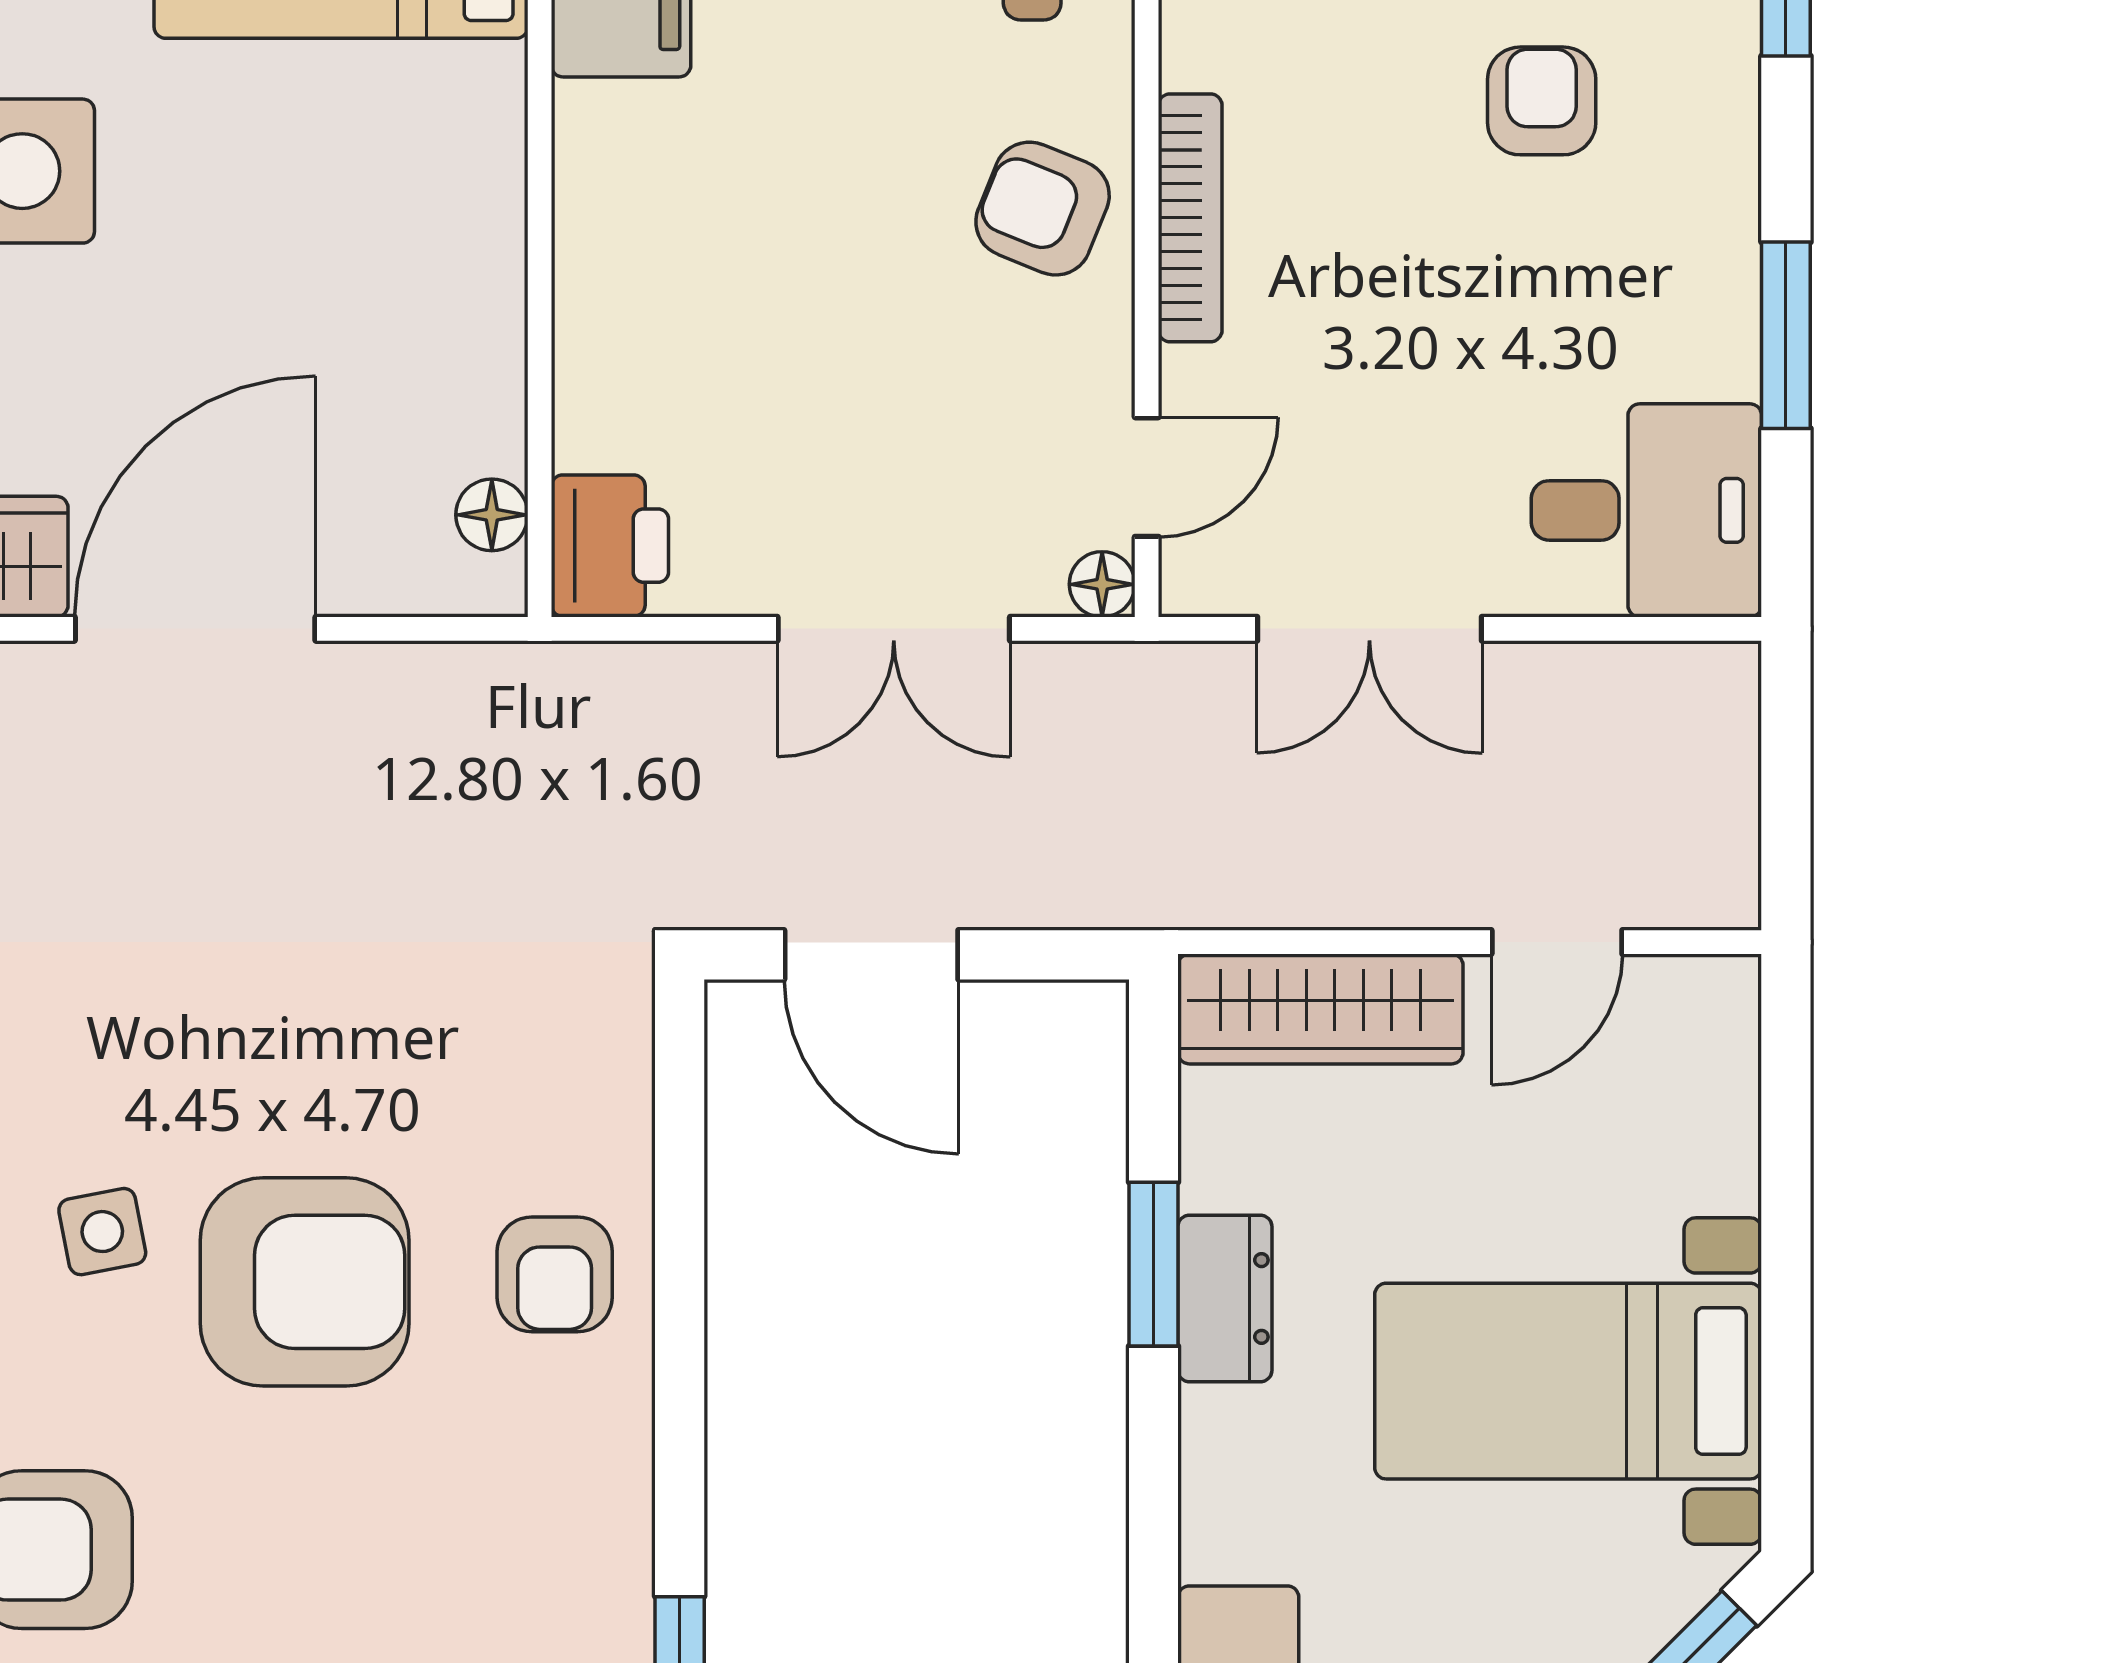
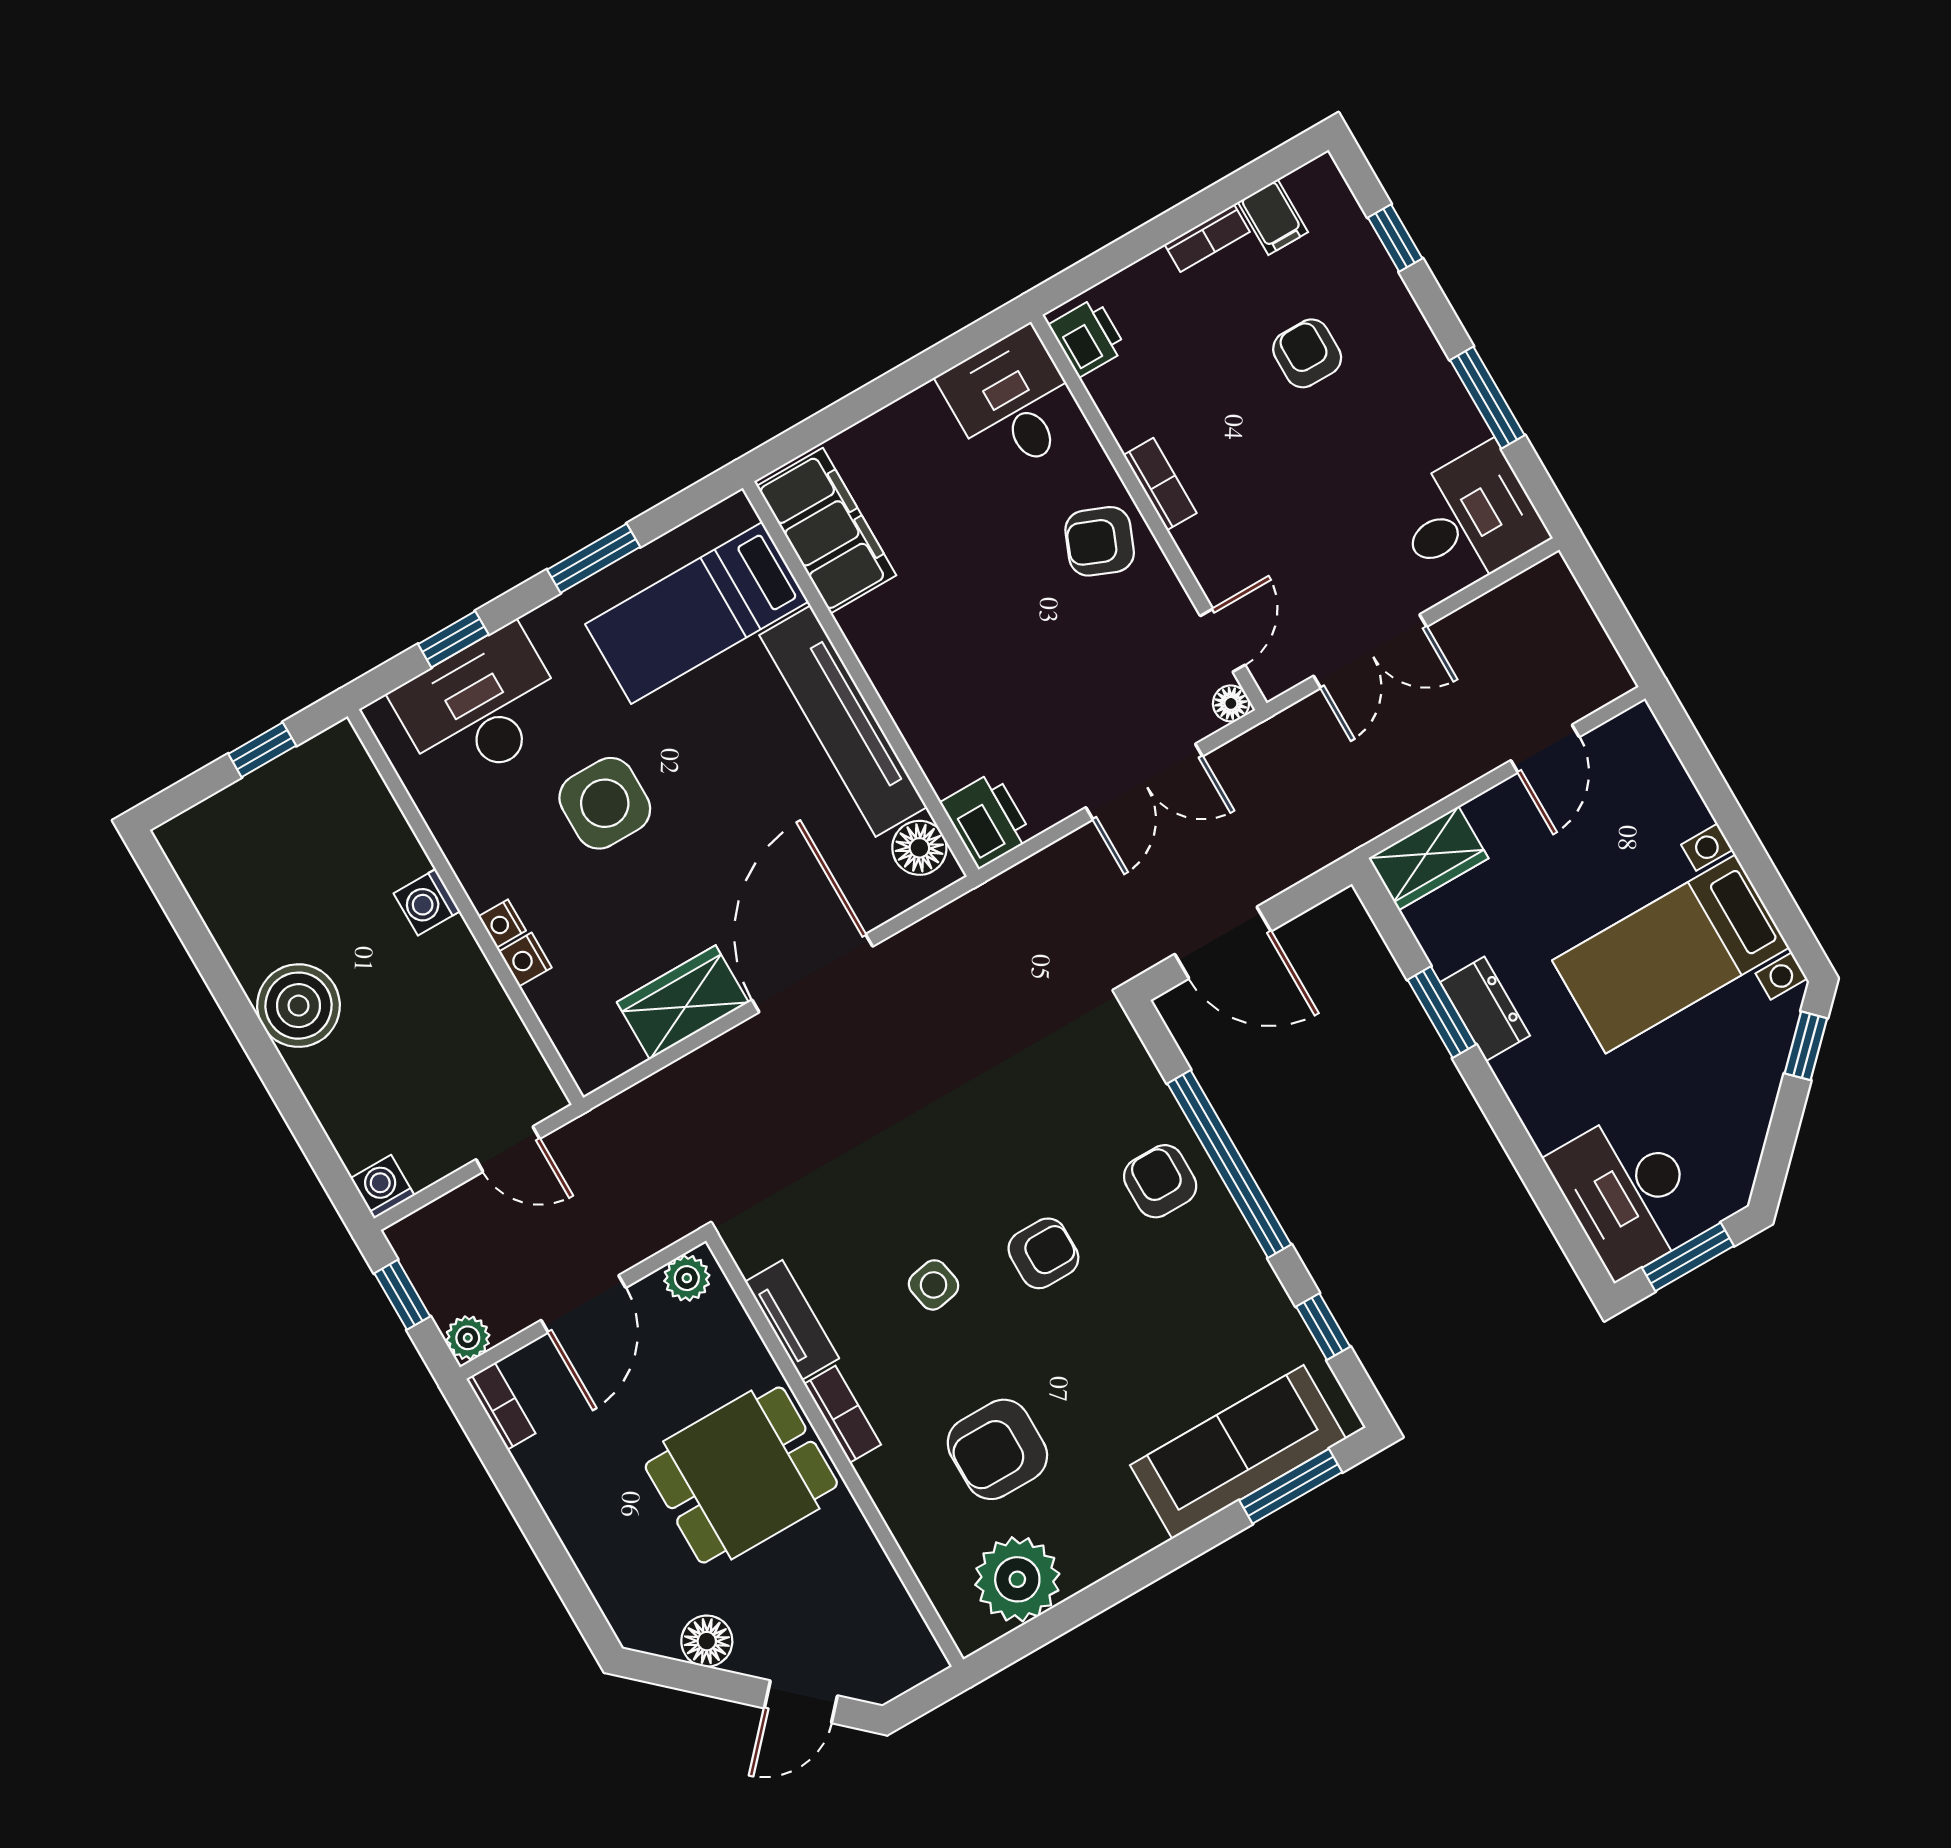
bookcase: (1190, 218) -> (1160, 484), width x0.64
tv unit: (473, 259) -> (843, 721), added
floor lamp: (492, 515) -> (919, 848), width x1.37, depth x1.37
wardrobe: (1320, 1009) -> (1428, 858), width x0.67
armchair: (555, 1274) -> (1160, 1181), turned 180
armchair: (305, 1282) -> (1043, 1253), width x0.53, depth x0.53
window: (680, 1310) -> (1229, 1164), added

